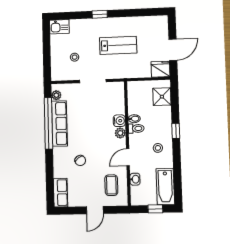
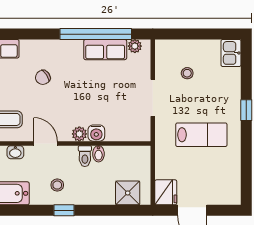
lab bench: (118, 45) -> (201, 135), turned -90
row of seats: (59, 124) -> (105, 50), width x0.68
window: (176, 131) -> (64, 210), moved

